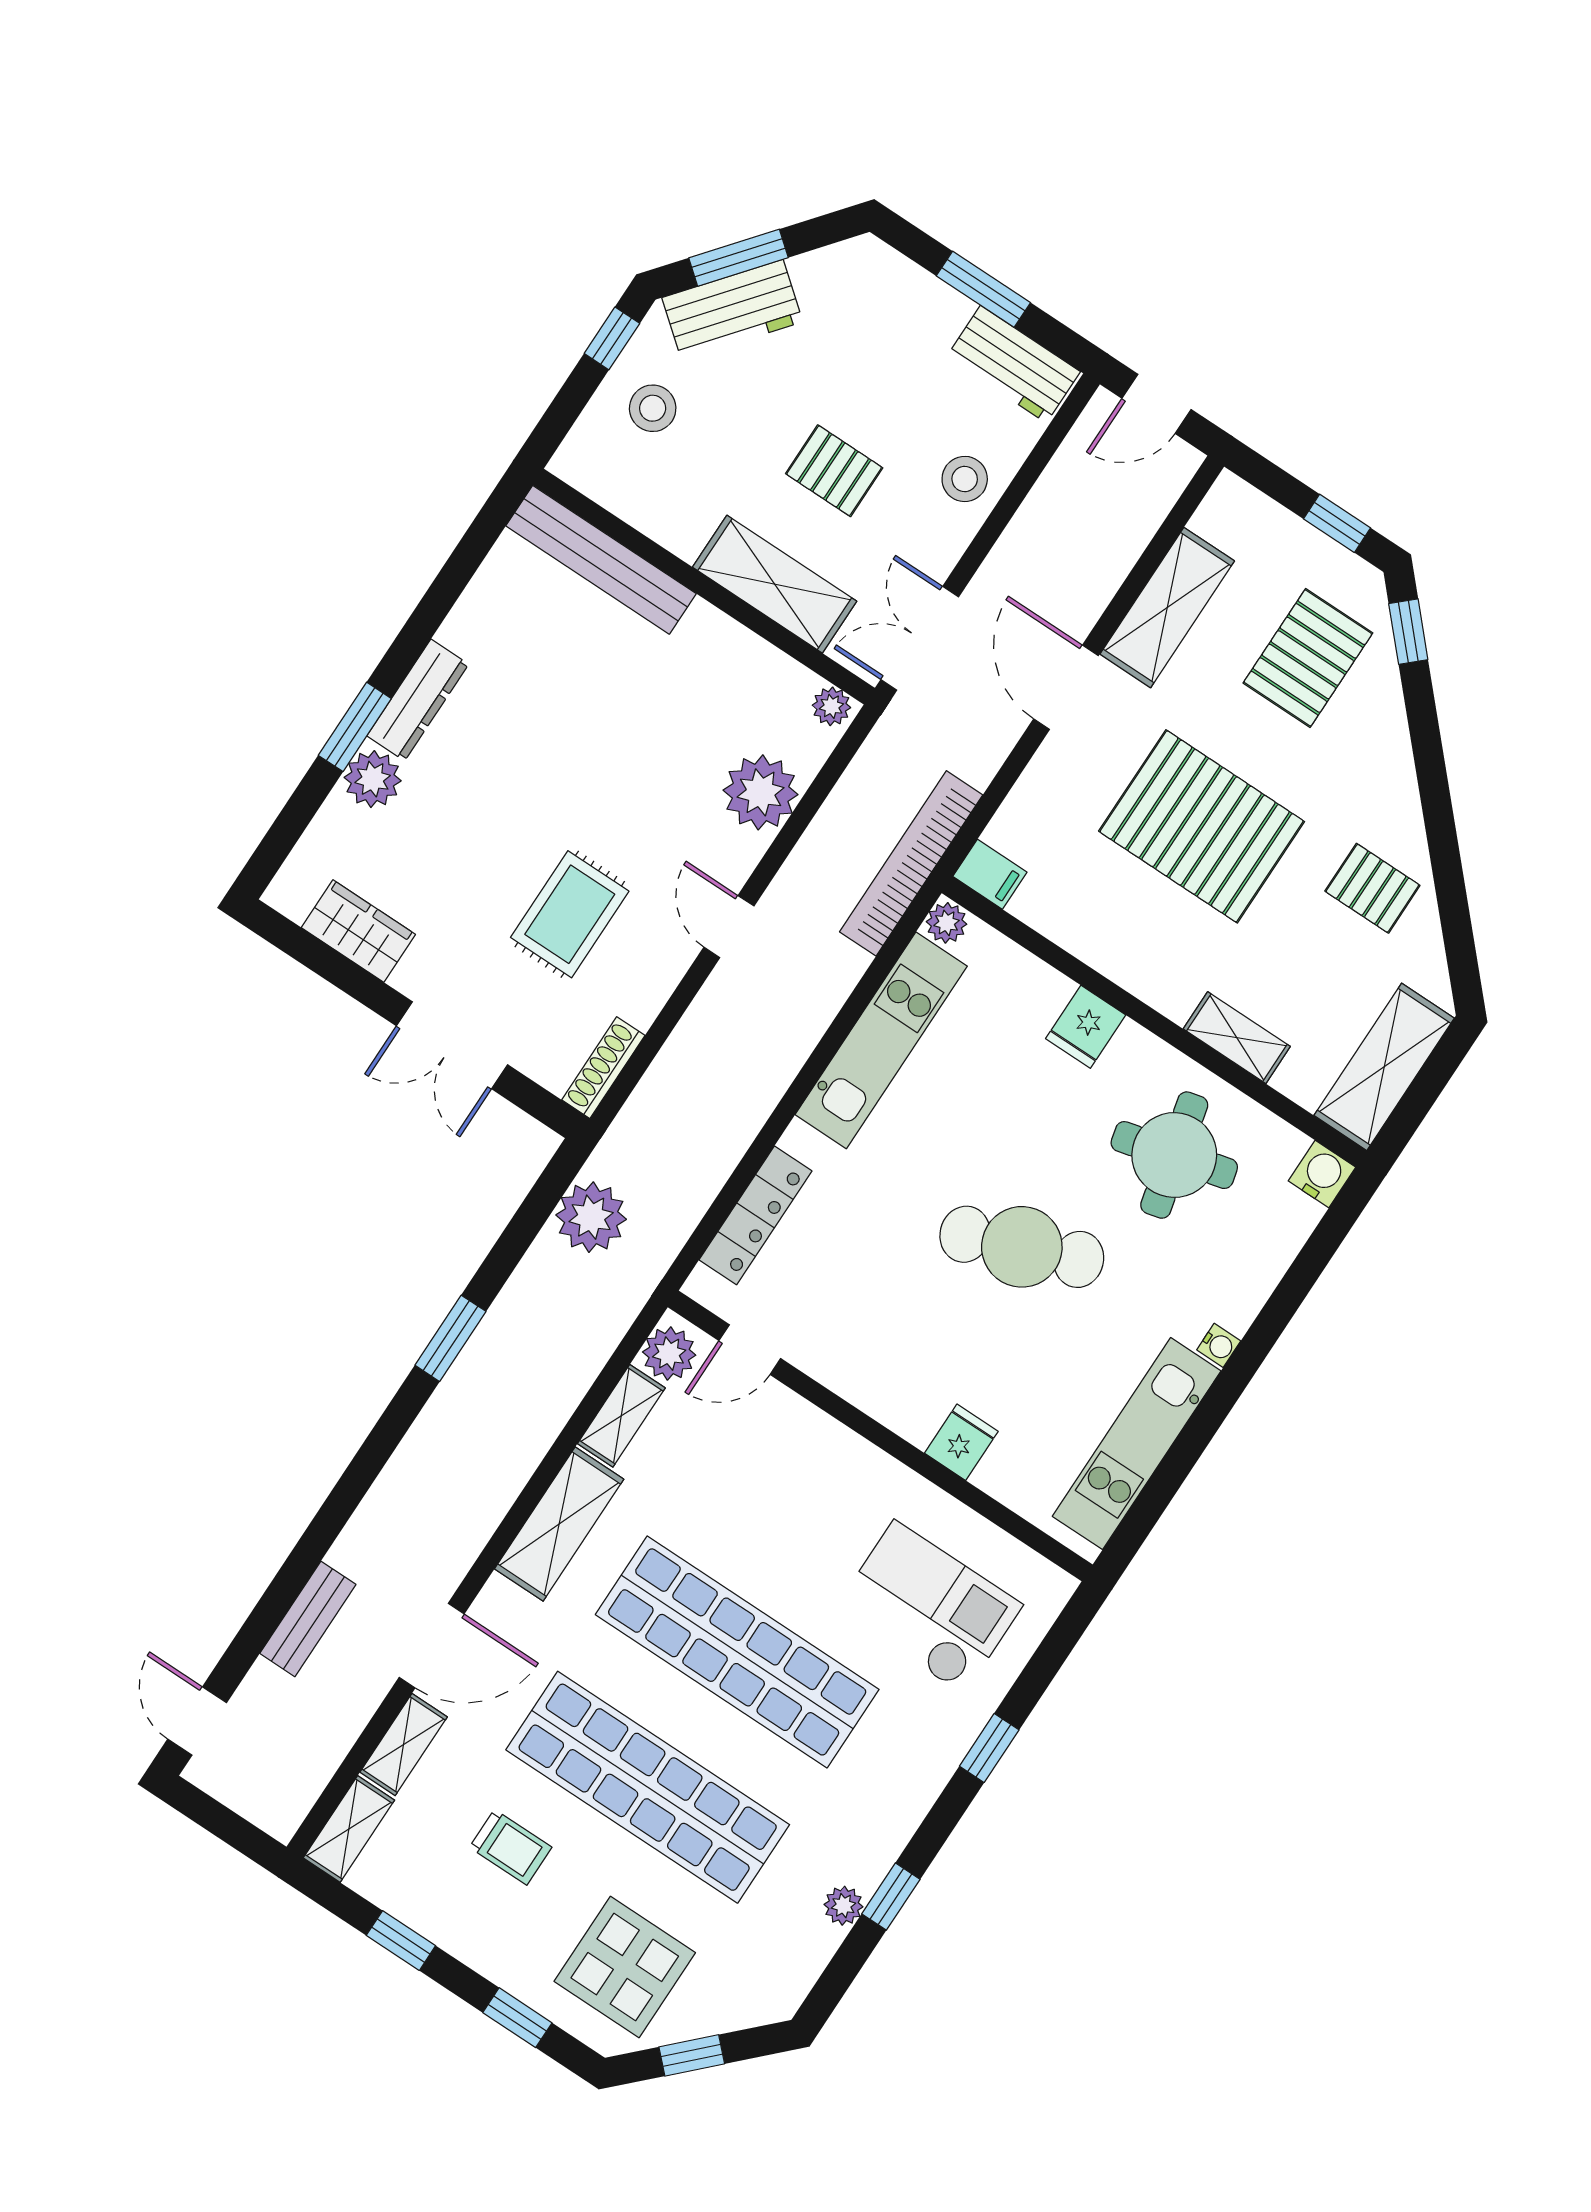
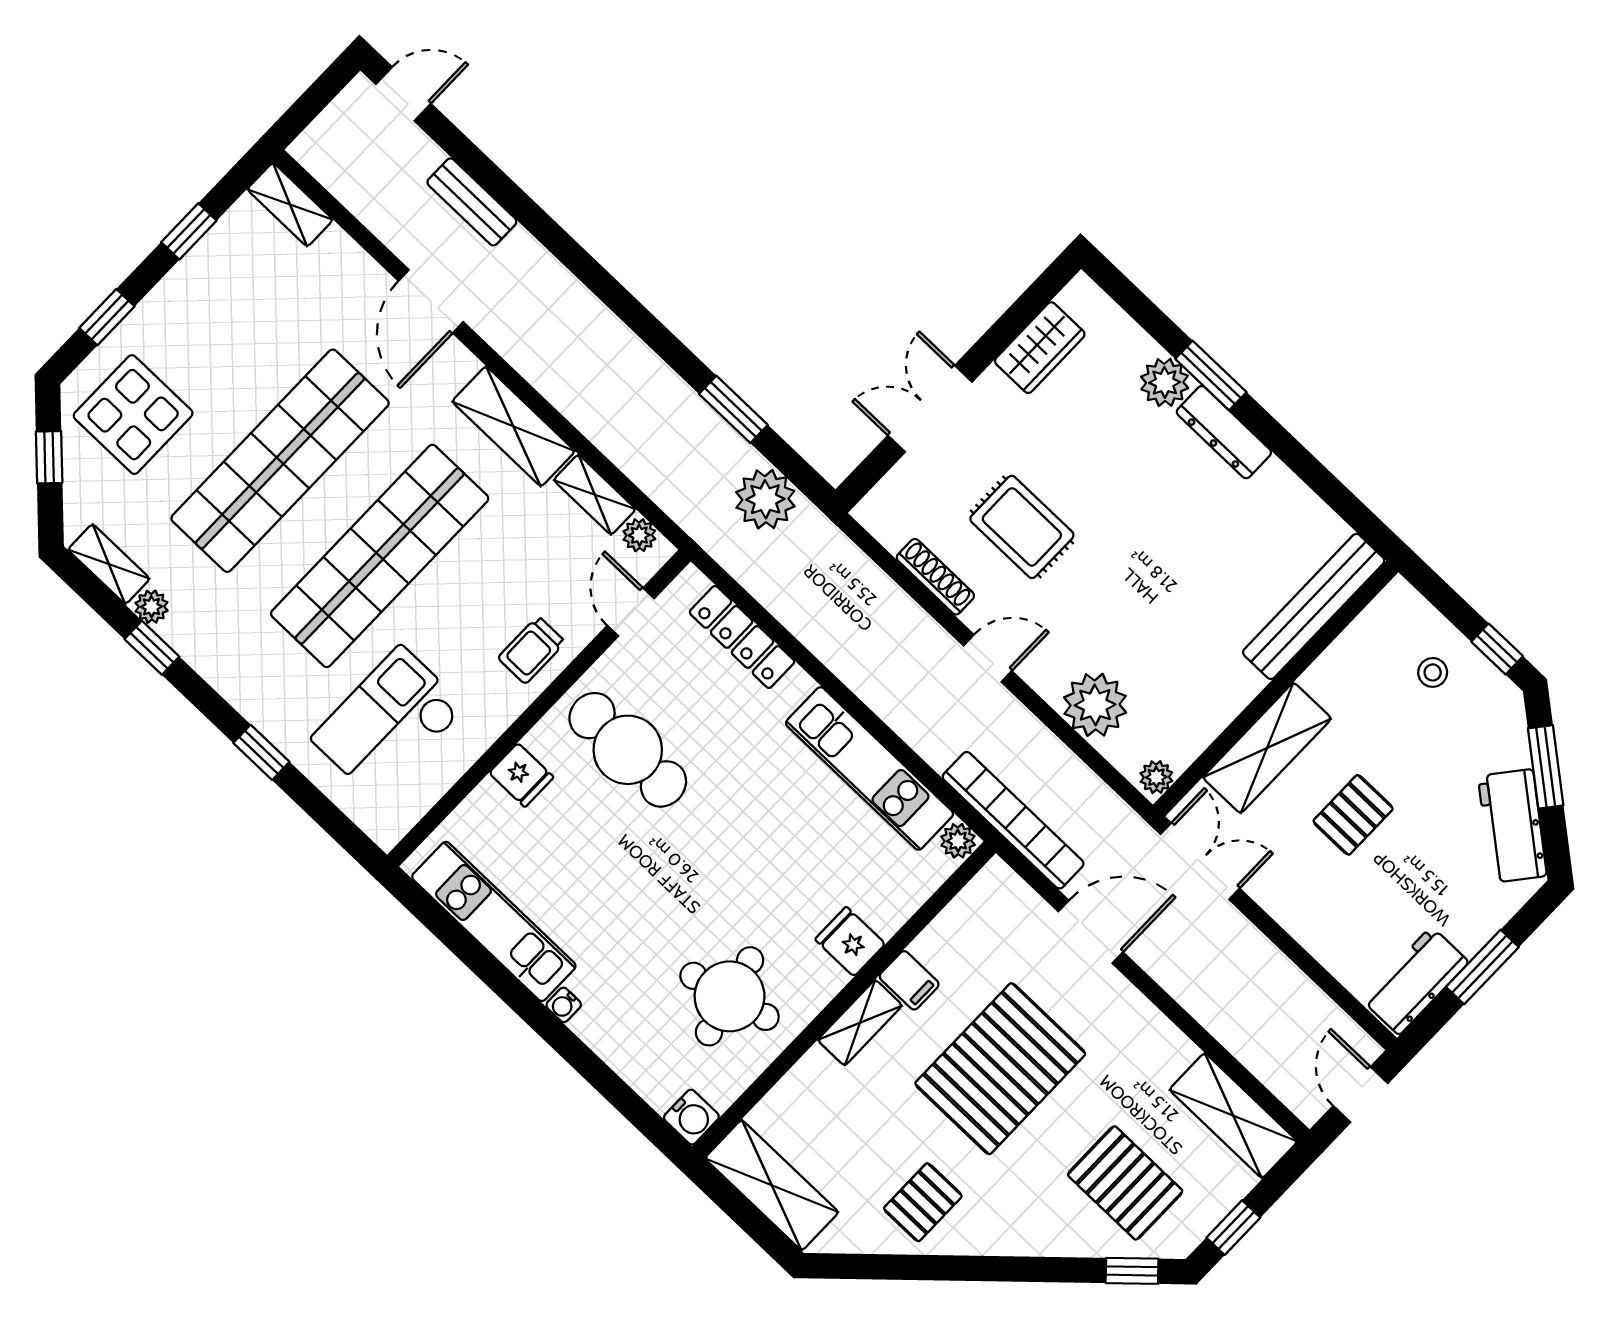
workbench: (732, 310) -> (1512, 826), moved
stool: (653, 408) -> (1433, 672), width x0.73, depth x0.73
stool: (965, 479) -> (1327, 923), removed
shelving: (1167, 608) -> (1233, 1116), moved
door: (1066, 687) -> (1091, 932), moved
filing cabinet: (990, 874) -> (909, 980), moved, turned -90
shelving: (1237, 1038) -> (860, 1023), moved
shoe rack: (603, 1068) -> (935, 577), moved
cafe table: (1022, 1247) -> (628, 750), moved, turned -69
window: (450, 1338) -> (733, 409), moved
plant: (669, 1354) -> (639, 535), width x0.73, depth x0.73
checkout: (929, 1607) -> (388, 723), turned 180
shelving: (404, 1745) -> (109, 564), moved
trolley: (511, 1847) -> (532, 650), moved

